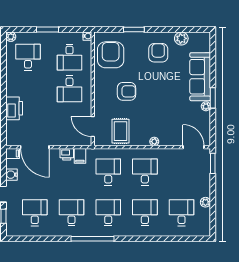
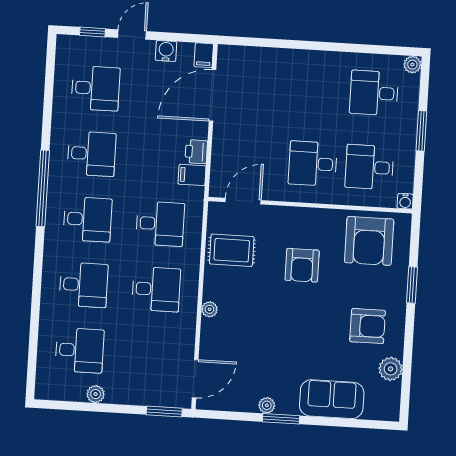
armchair: (111, 55) -> (369, 241), turned 90
desk: (28, 57) -> (374, 93), turned 180
sofa: (200, 77) -> (332, 399), width x0.73
printer: (14, 108) -> (284, 63), removed

